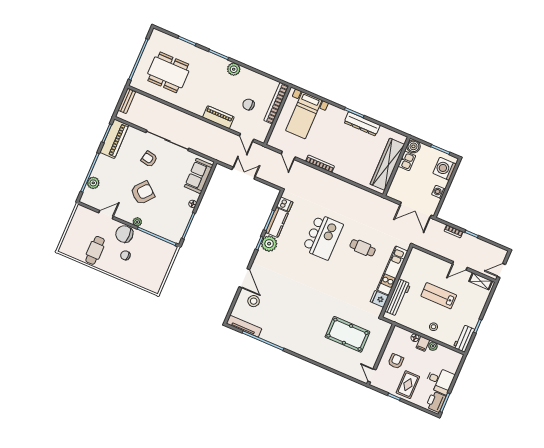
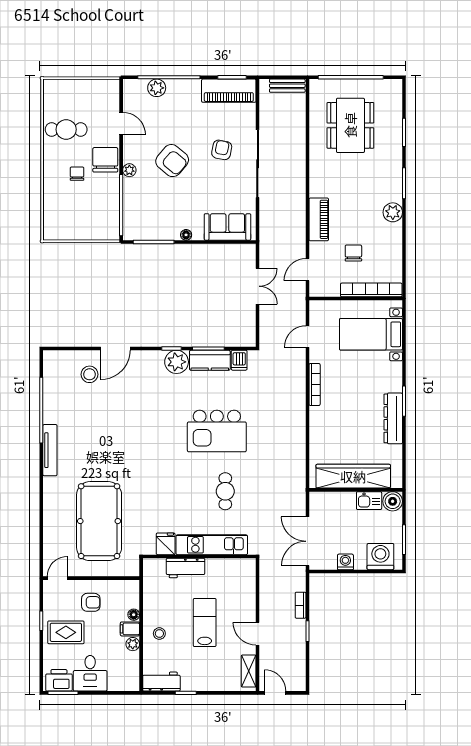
workbench: (398, 298) -> (186, 568), width x0.73
tv unit: (244, 326) -> (50, 450), moved
pool table: (347, 334) -> (99, 521), width x1.36, depth x1.32

